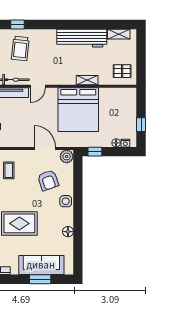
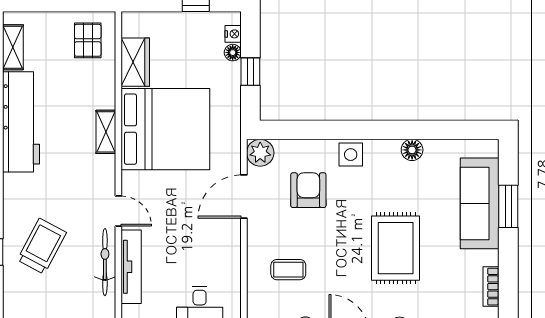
trolley: (20, 48) -> (42, 246), turned -68
shelving: (87, 80) -> (106, 132), moved
wardrobe: (111, 95) -> (135, 62), added
window: (95, 152) -> (250, 72), moved
armchair: (48, 180) -> (308, 190), turned -71

